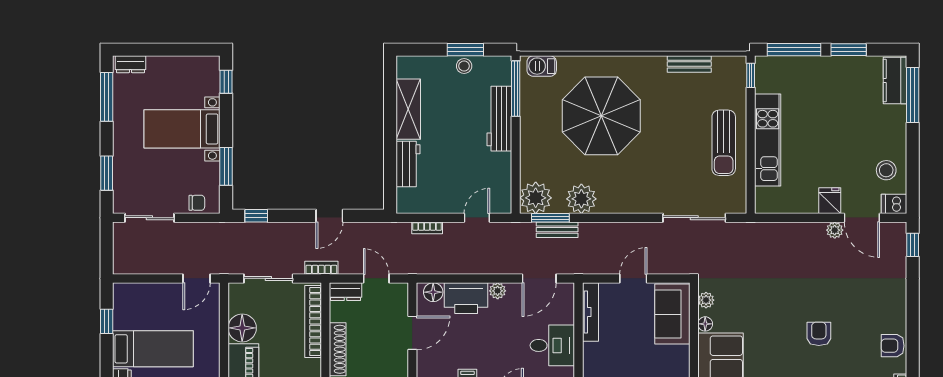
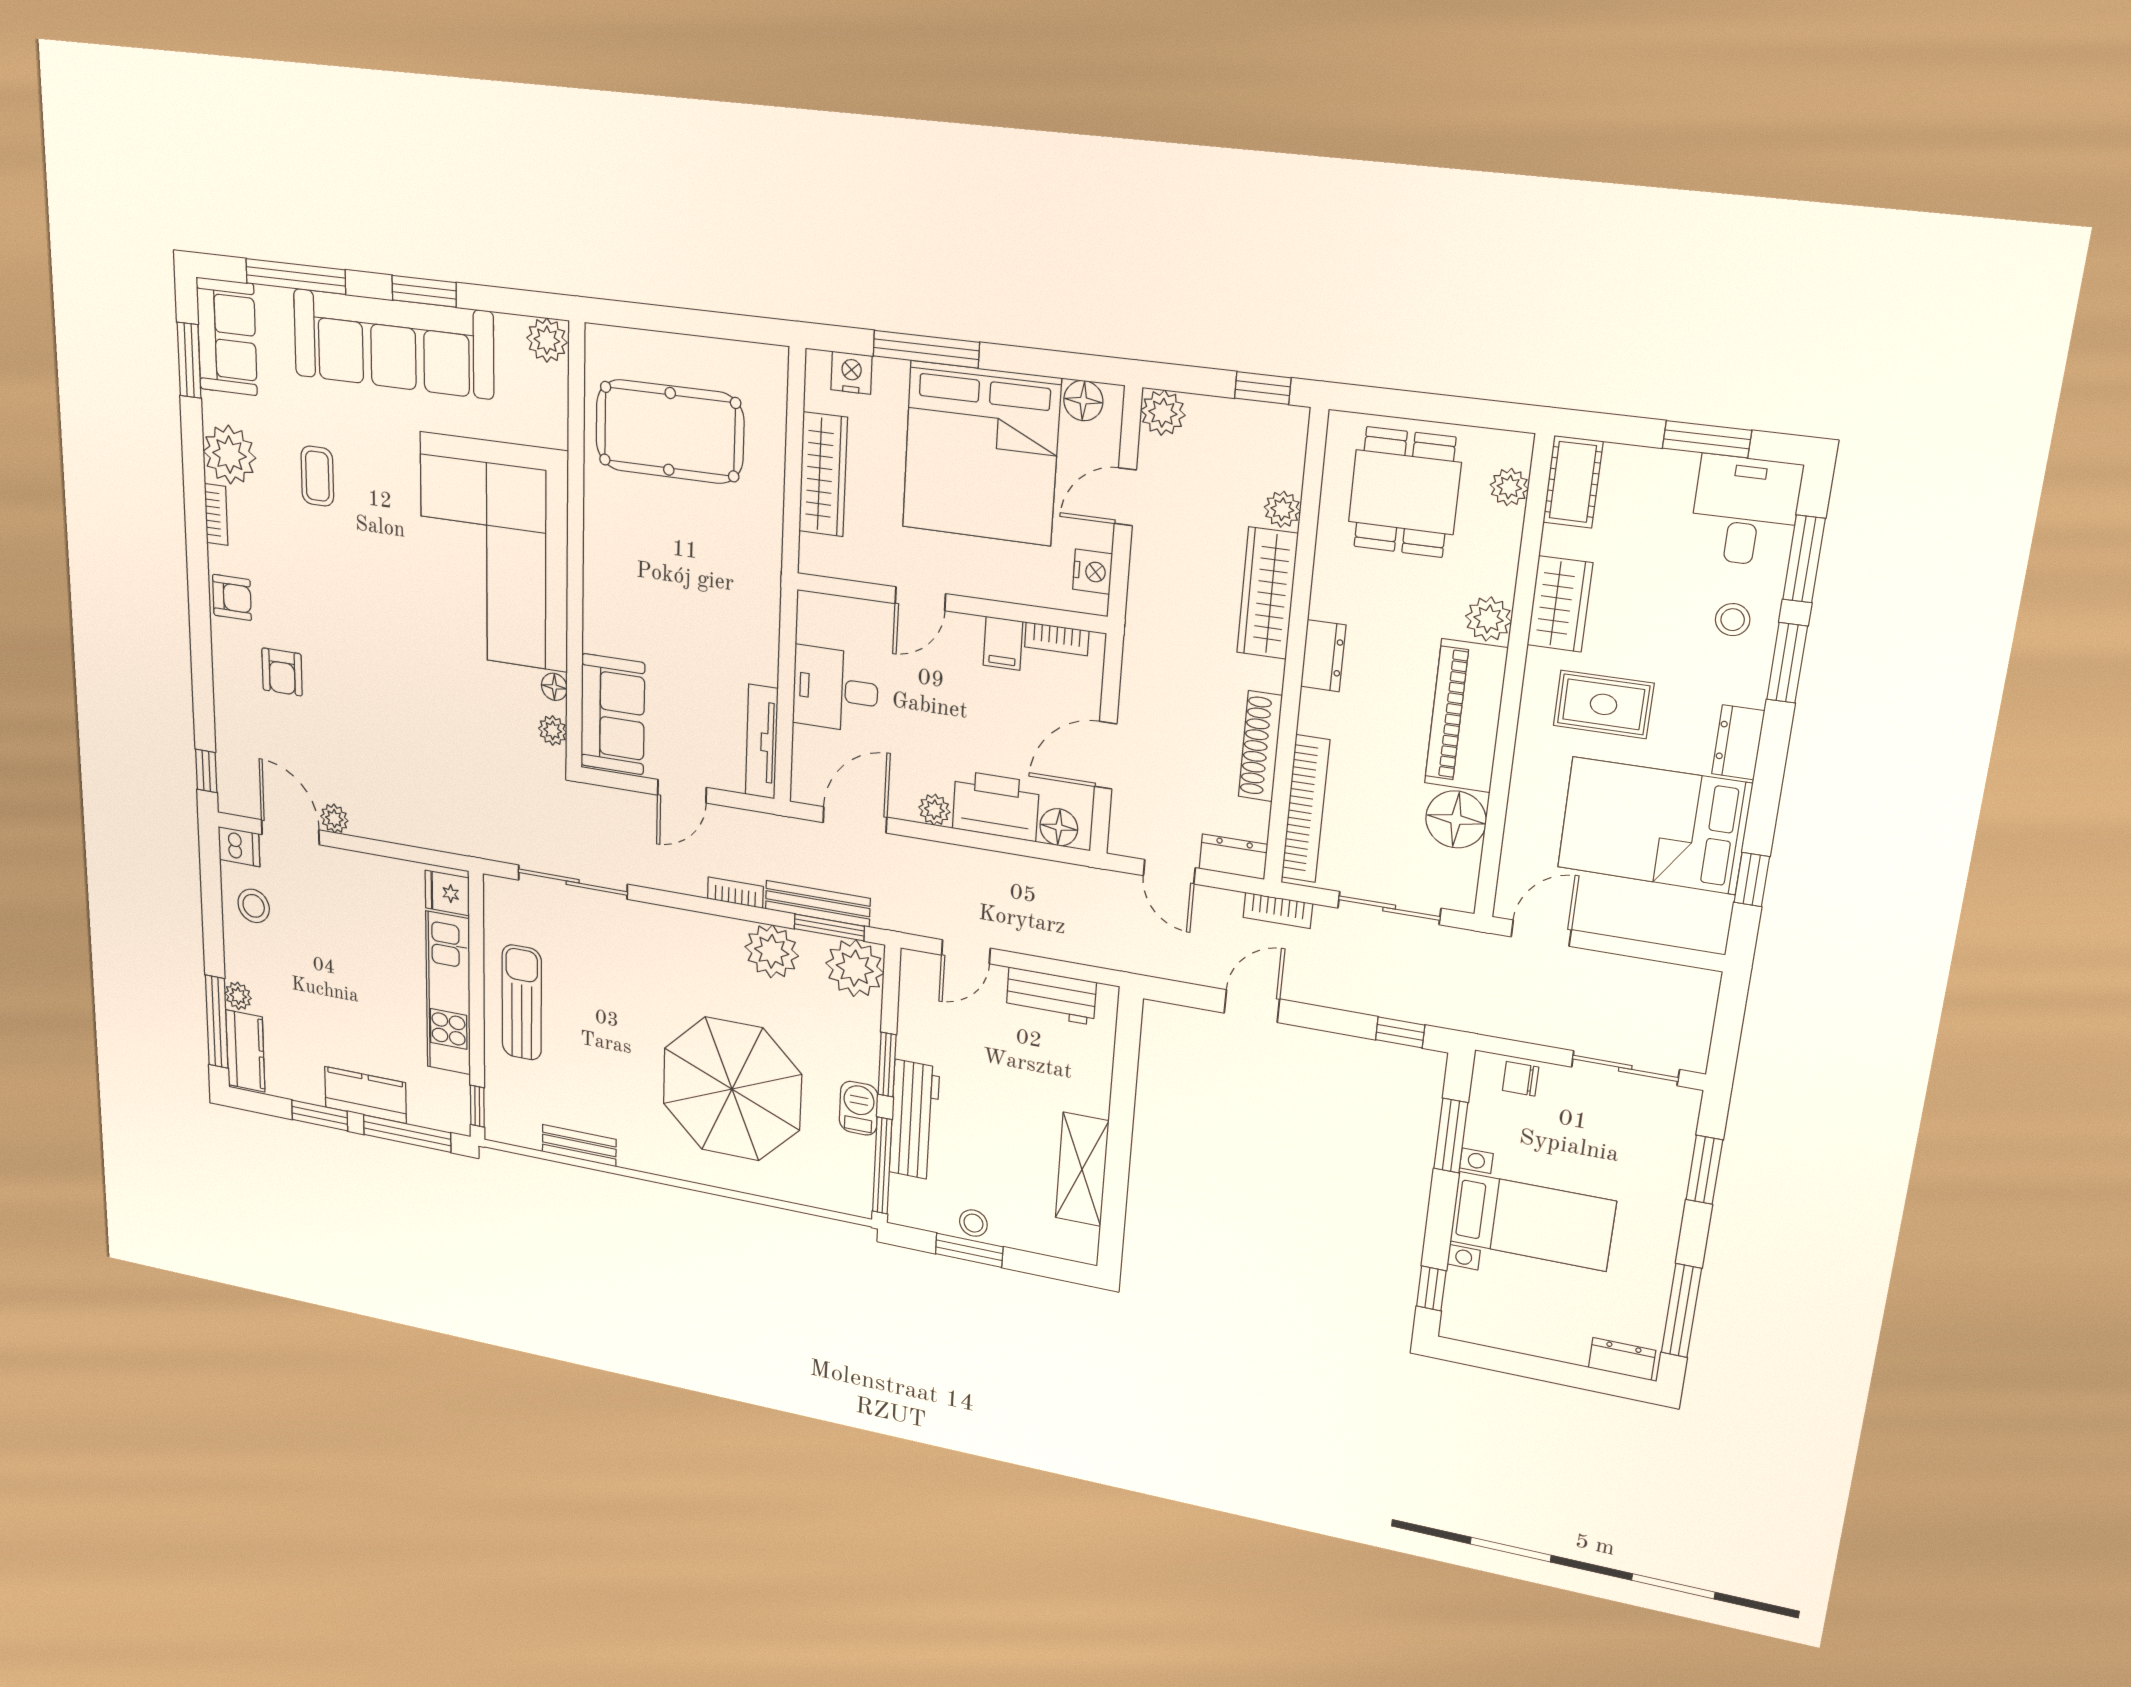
barbecue: (542, 66) -> (859, 1108), moved, turned -90
kitchen counter: (820, 68) -> (365, 1095), added
plant: (898, 114) -> (238, 996), added
window: (516, 147) -> (887, 1065), added
workbench: (408, 164) -> (1051, 996), moved, turned -90
fridge: (830, 201) -> (447, 893), moved, turned 90
bookcase: (427, 228) -> (735, 893), moved
bench: (557, 230) -> (818, 904), width x1.36
armchair: (819, 334) -> (282, 672), moved
bed: (153, 349) -> (1654, 826), width x1.50

